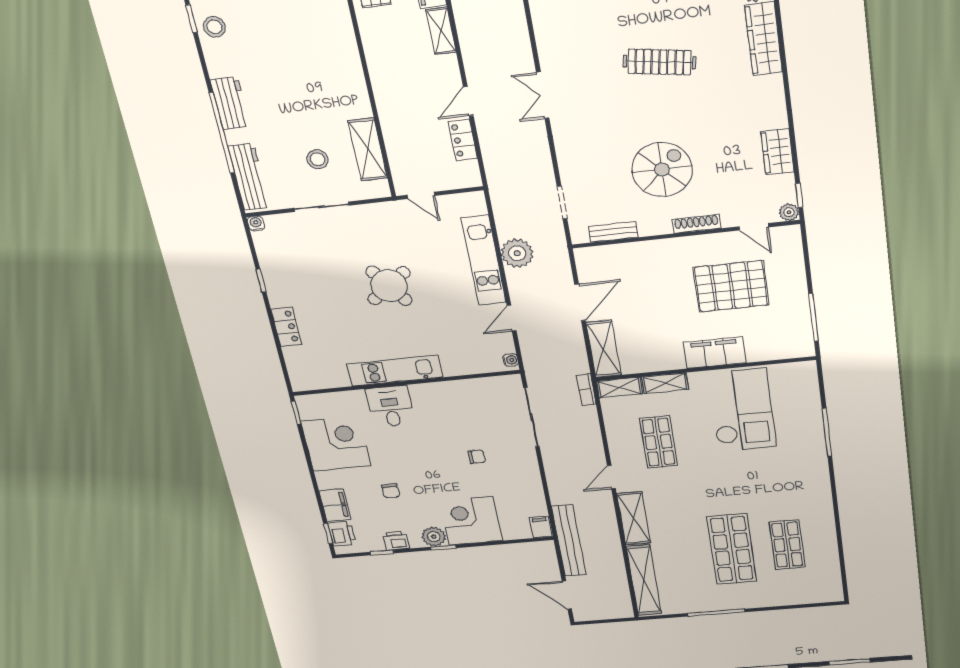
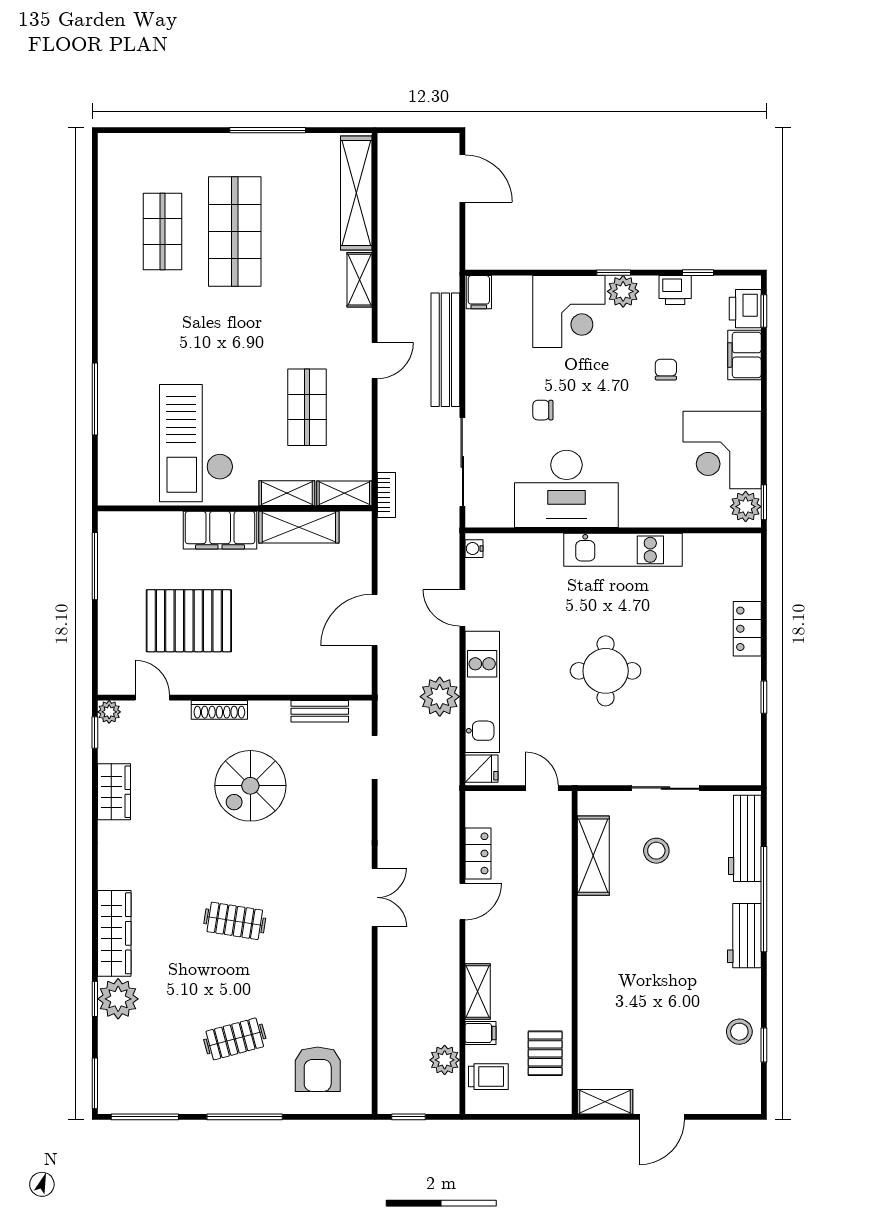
clothes rail: (659, 62) -> (235, 921), width x0.73
fridge: (473, 204) -> (481, 769), added
water cooler: (256, 224) -> (751, 776), removed
round table: (389, 286) -> (606, 671), turned 37
door: (512, 318) -> (462, 608), swing flipped
shelving: (604, 349) -> (299, 527), moved, turned 90
desk: (390, 407) -> (566, 489), moved, width x1.87, depth x1.30
plant: (309, 409) -> (746, 507), added
shelving: (634, 518) -> (359, 280), width x0.67, depth x0.75
bench: (569, 541) -> (445, 350), moved

